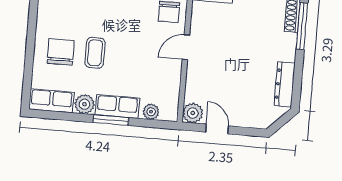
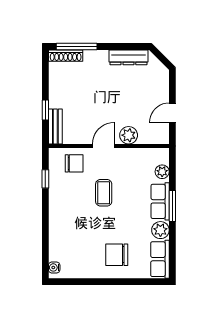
door: (186, 47) -> (103, 146), swing flipped
coffee table: (95, 53) -> (104, 193), moved, turned 90
plant: (193, 113) -> (129, 135), moved

